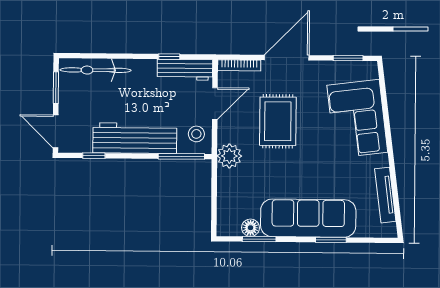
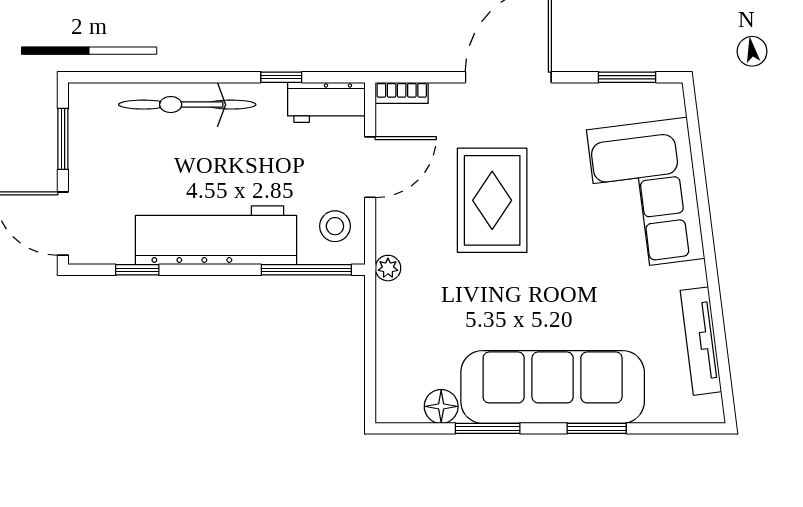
bookcase: (239, 65) -> (402, 93), width x0.64
bicycle: (96, 70) -> (187, 105), moved
workbench: (185, 70) -> (326, 102), width x0.73
plant: (229, 156) -> (388, 268), width x0.53, depth x0.53
window: (259, 239) -> (488, 428), moved

